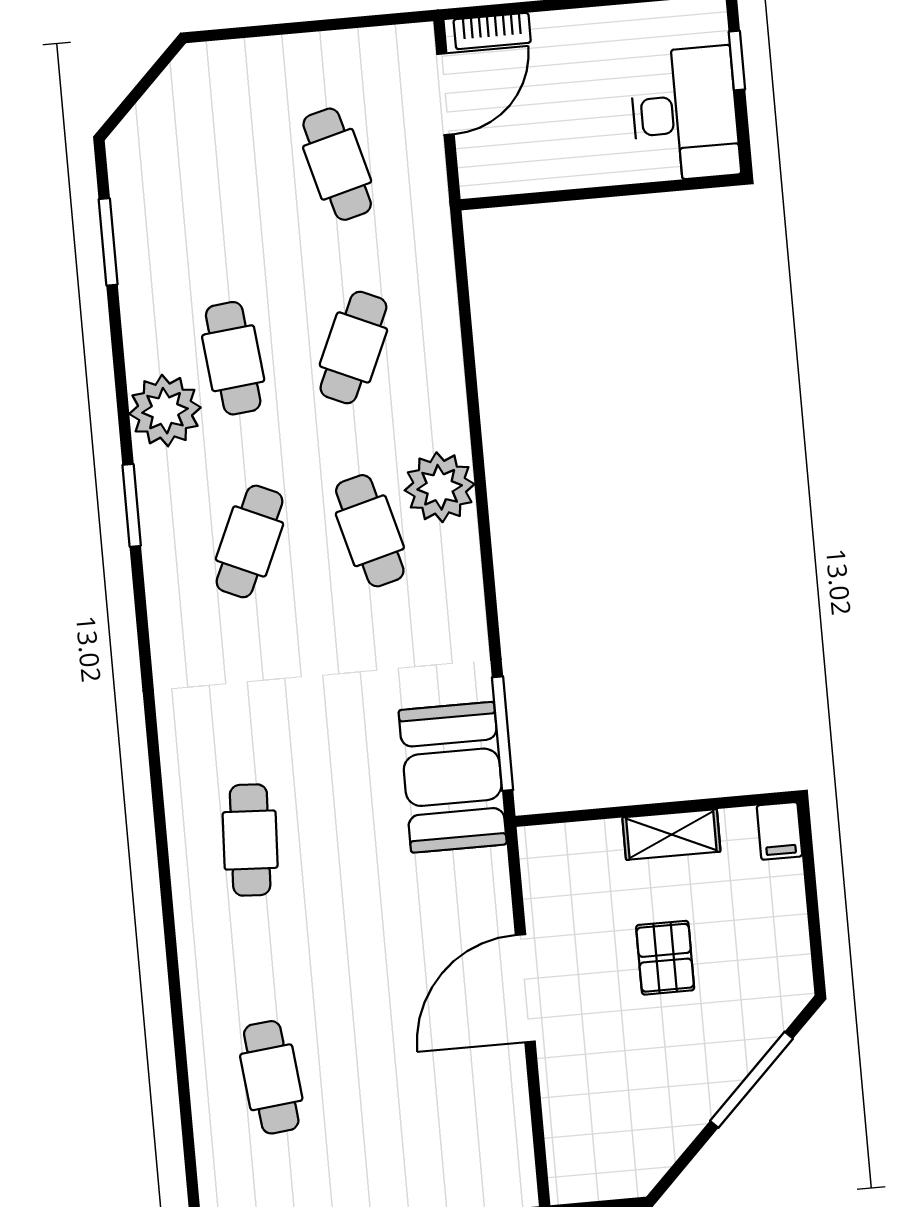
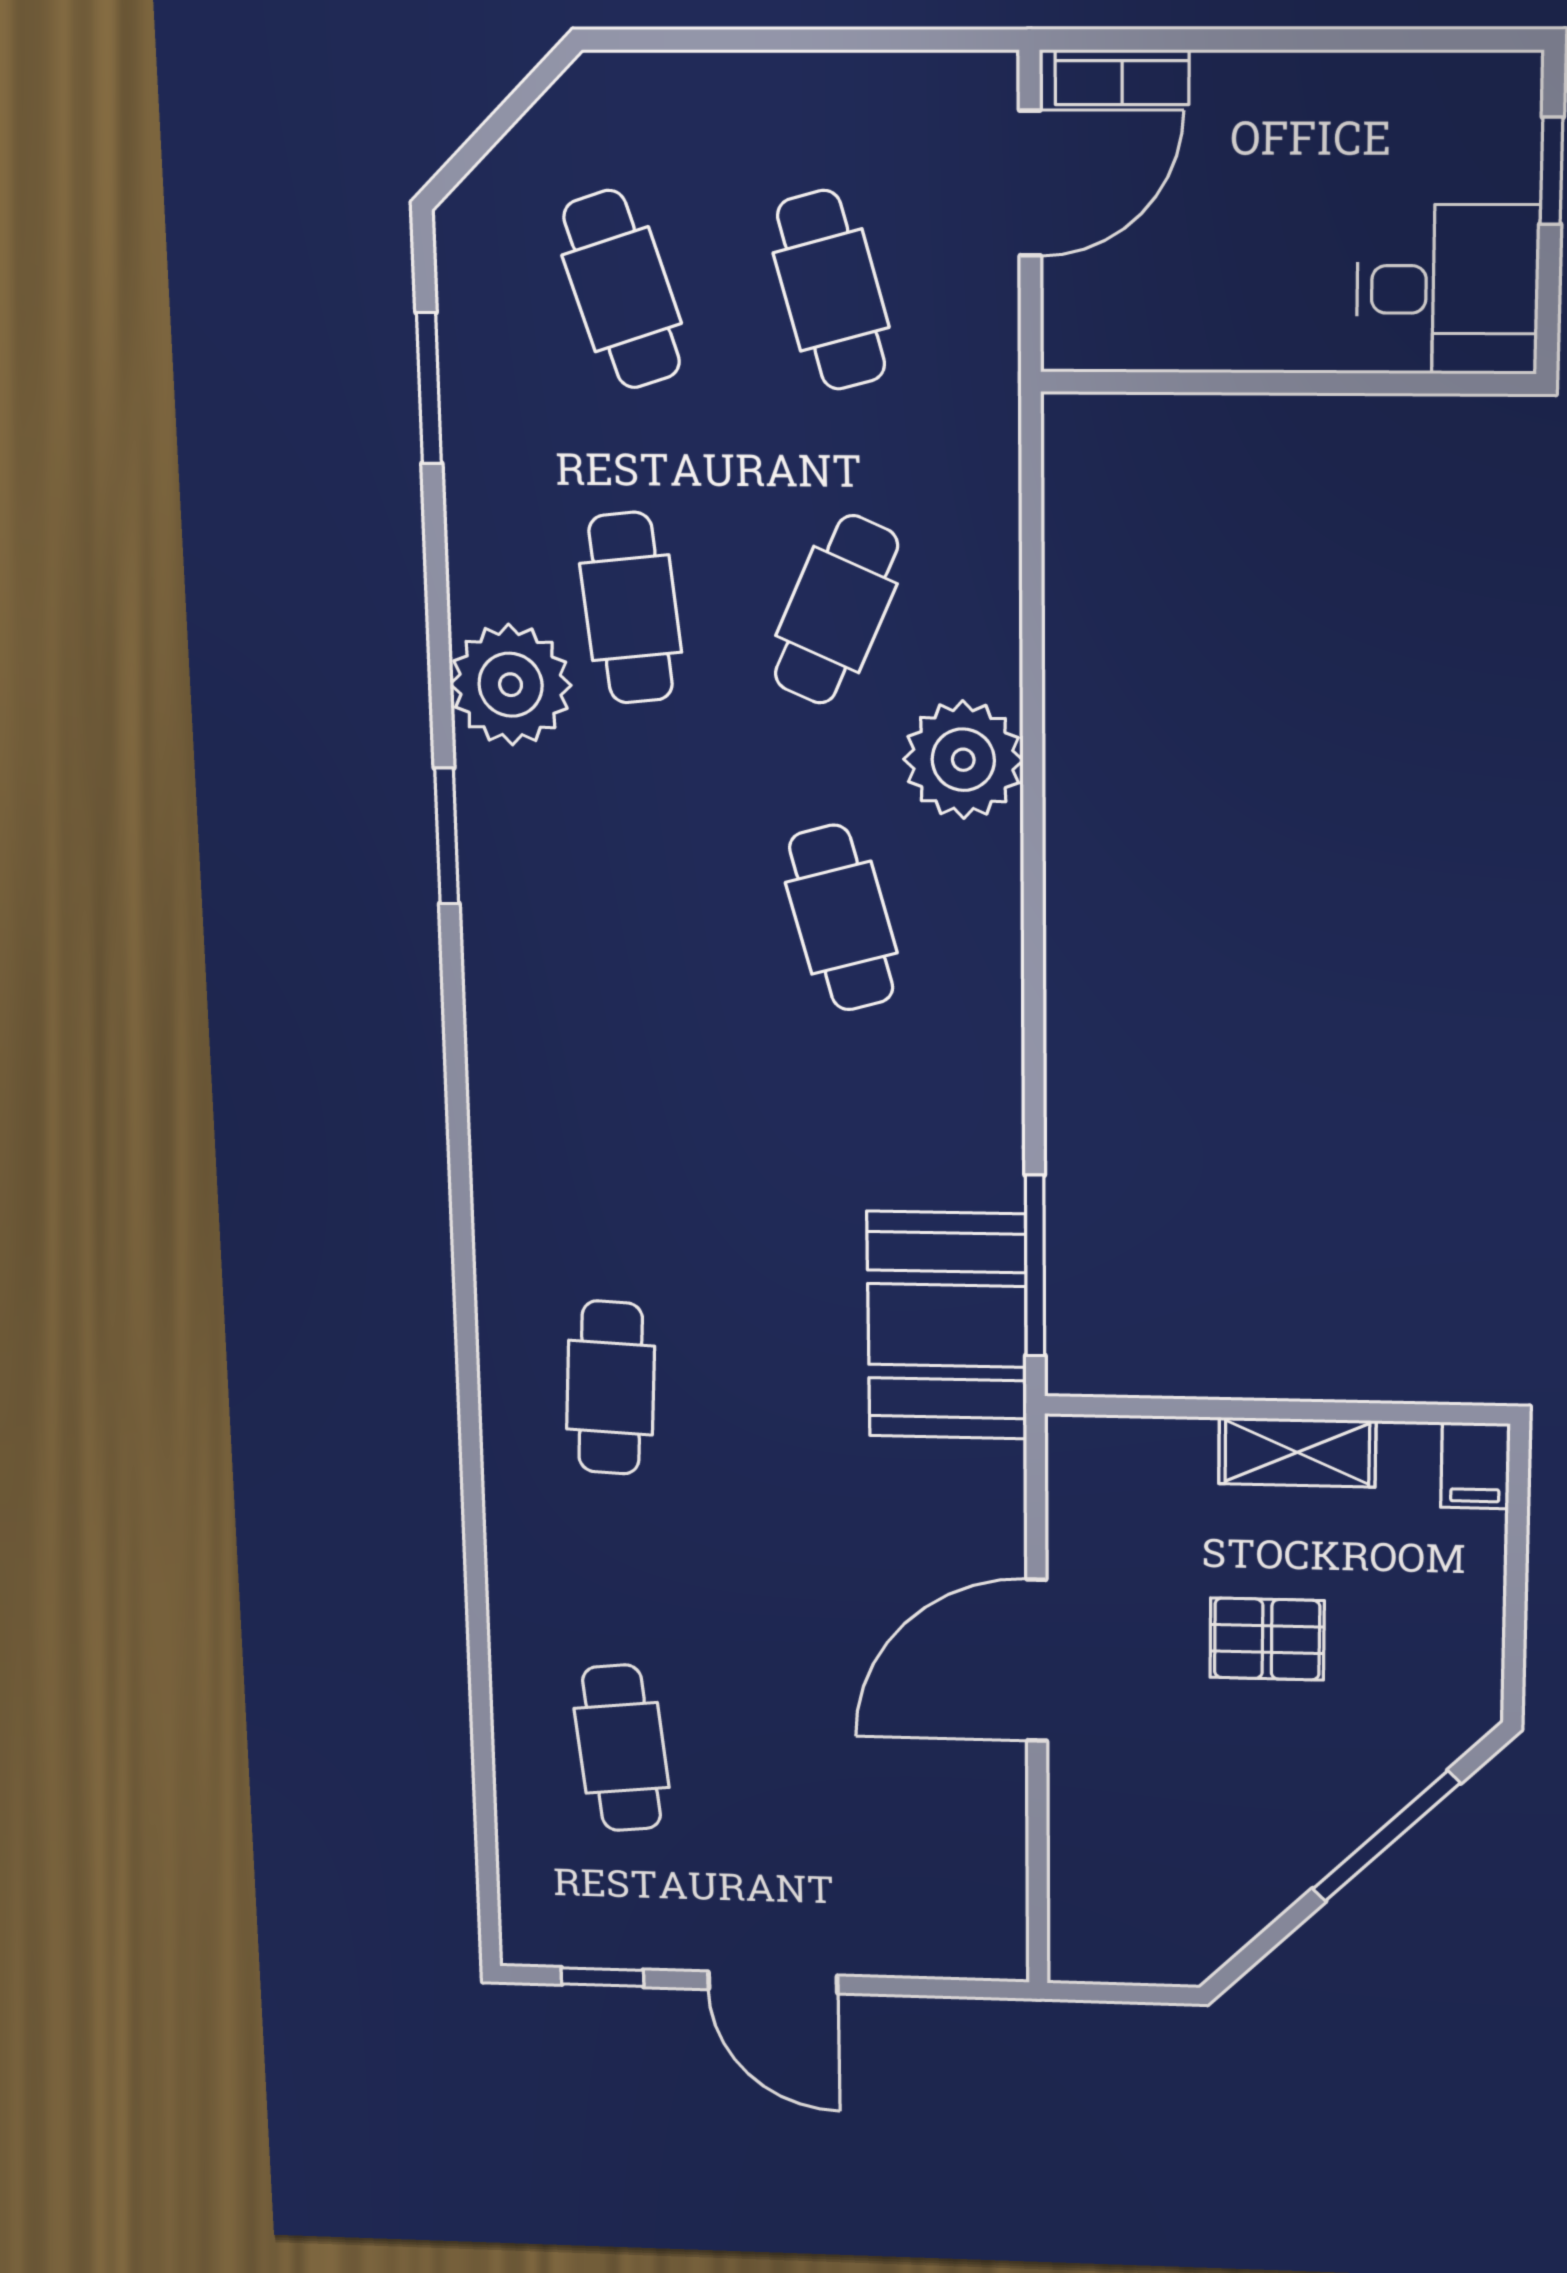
desk: (685, 114) -> (1448, 290), width x0.73
plant: (440, 487) -> (963, 760), moved
cafe table: (249, 541) -> (622, 289), moved, turned -42
pallet: (665, 958) -> (1267, 1639), turned 90

